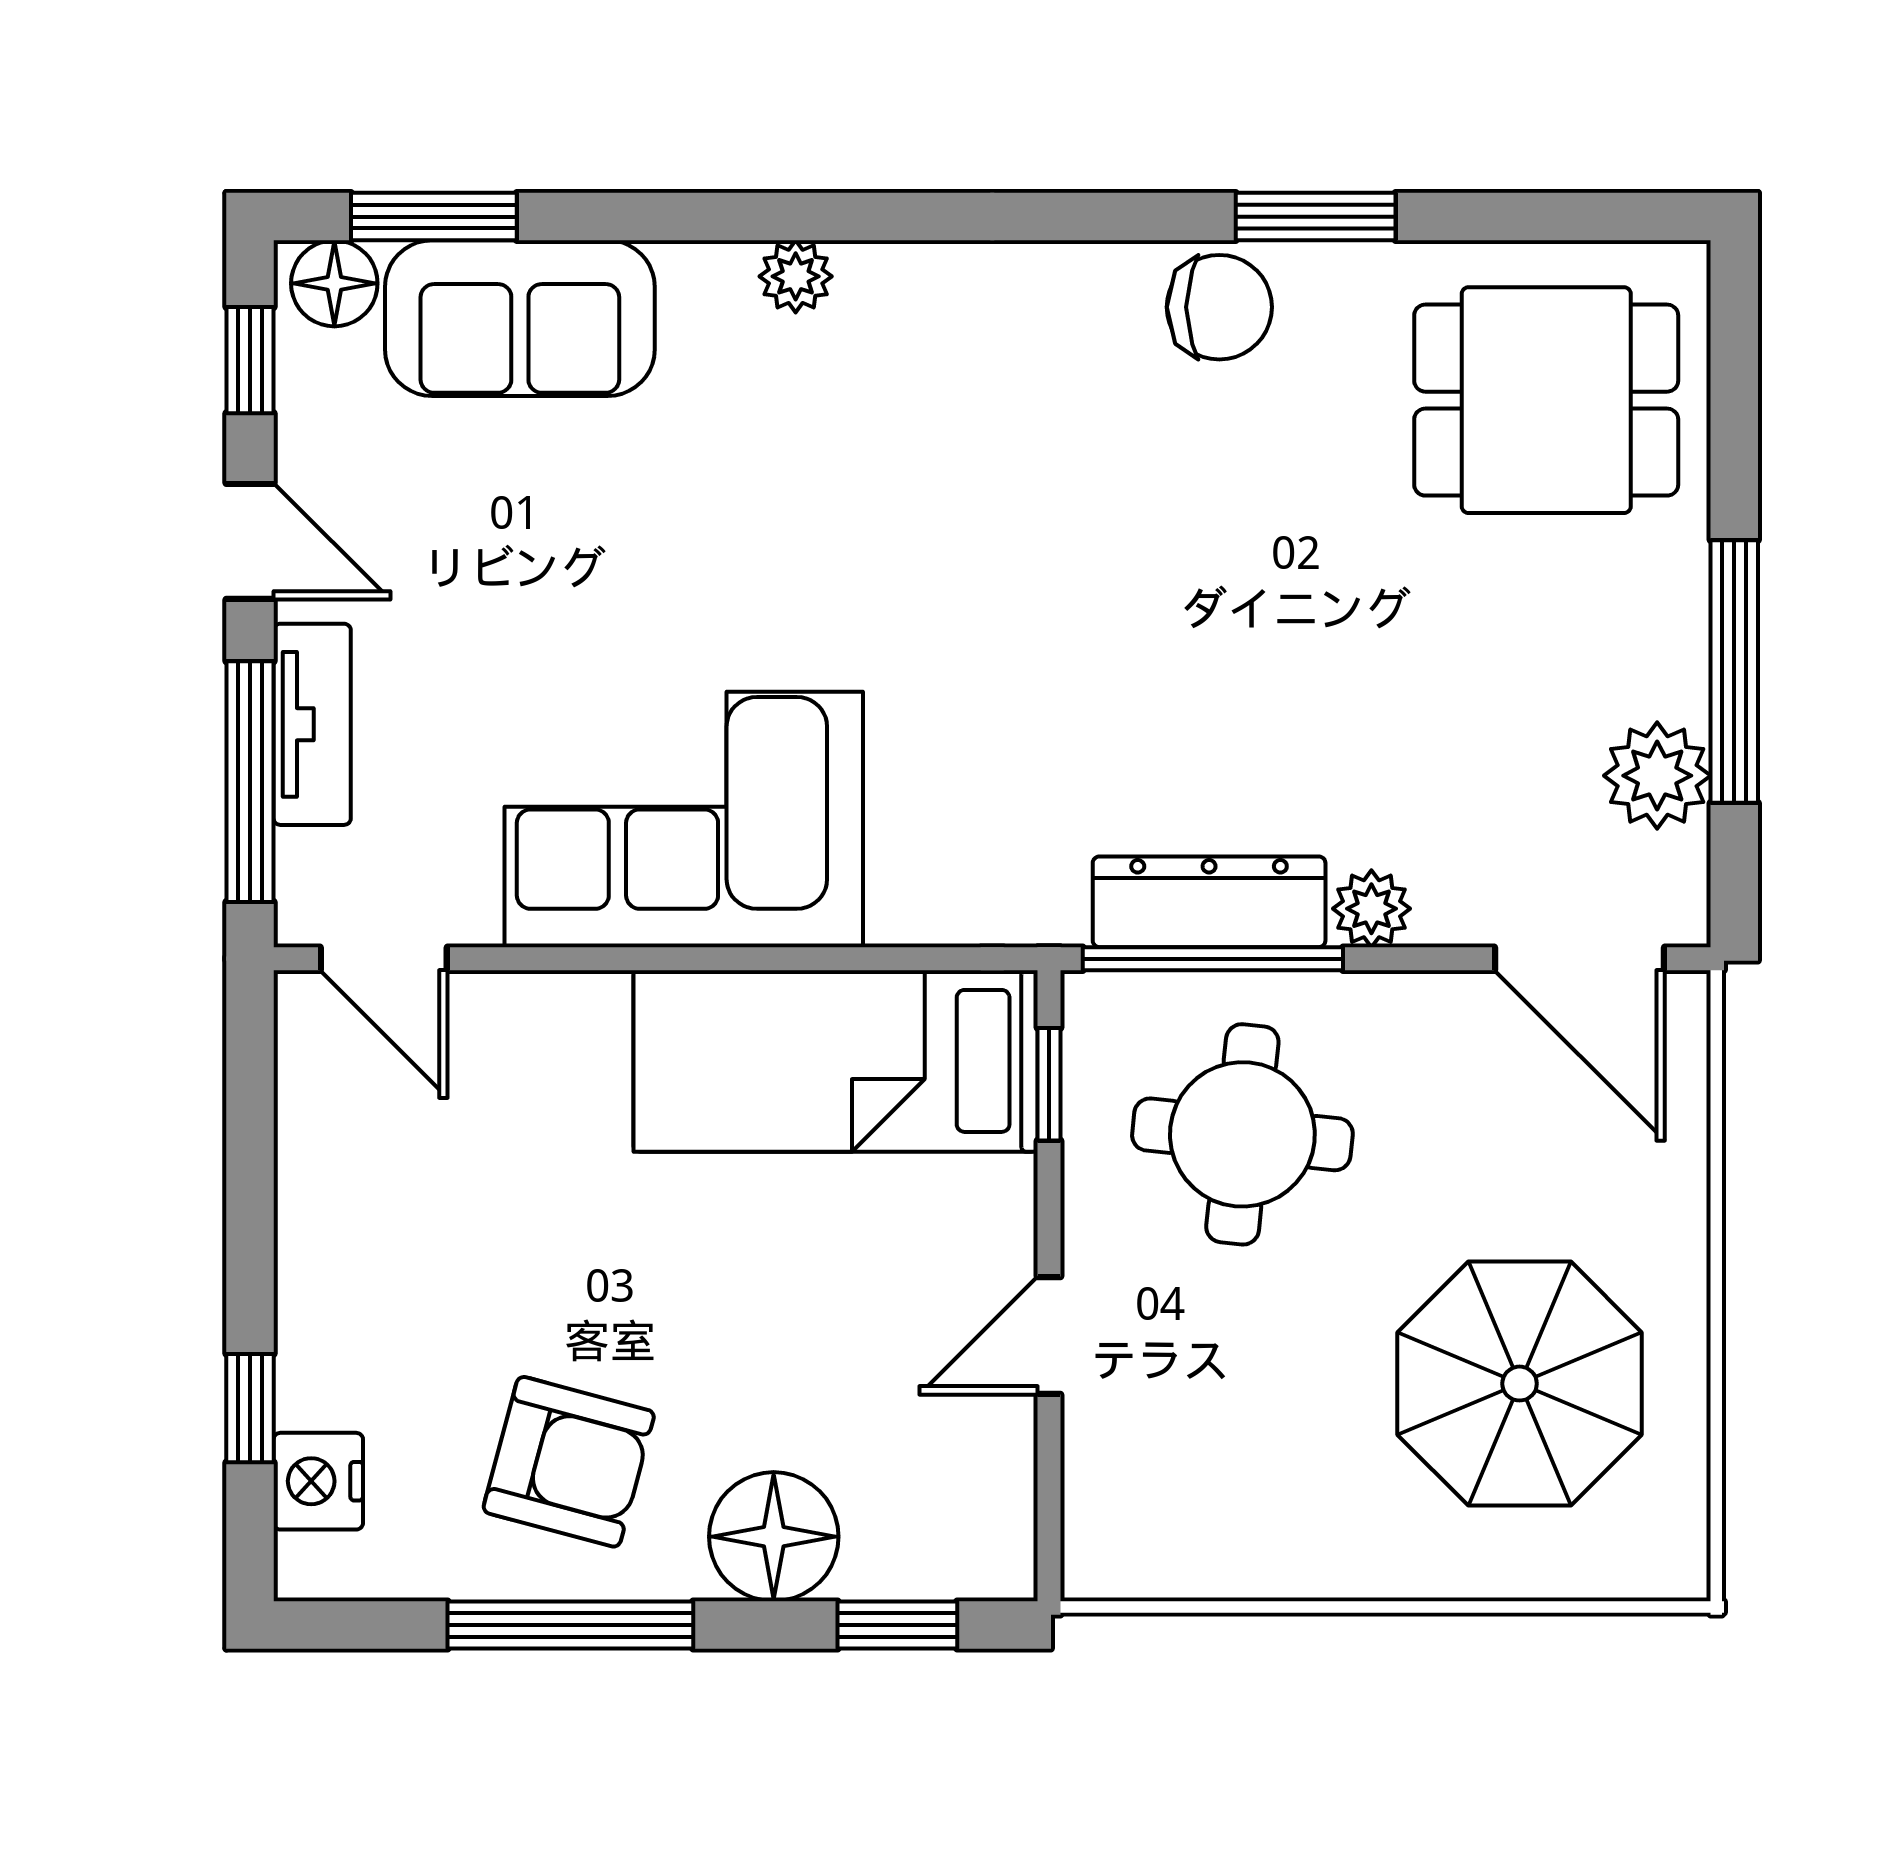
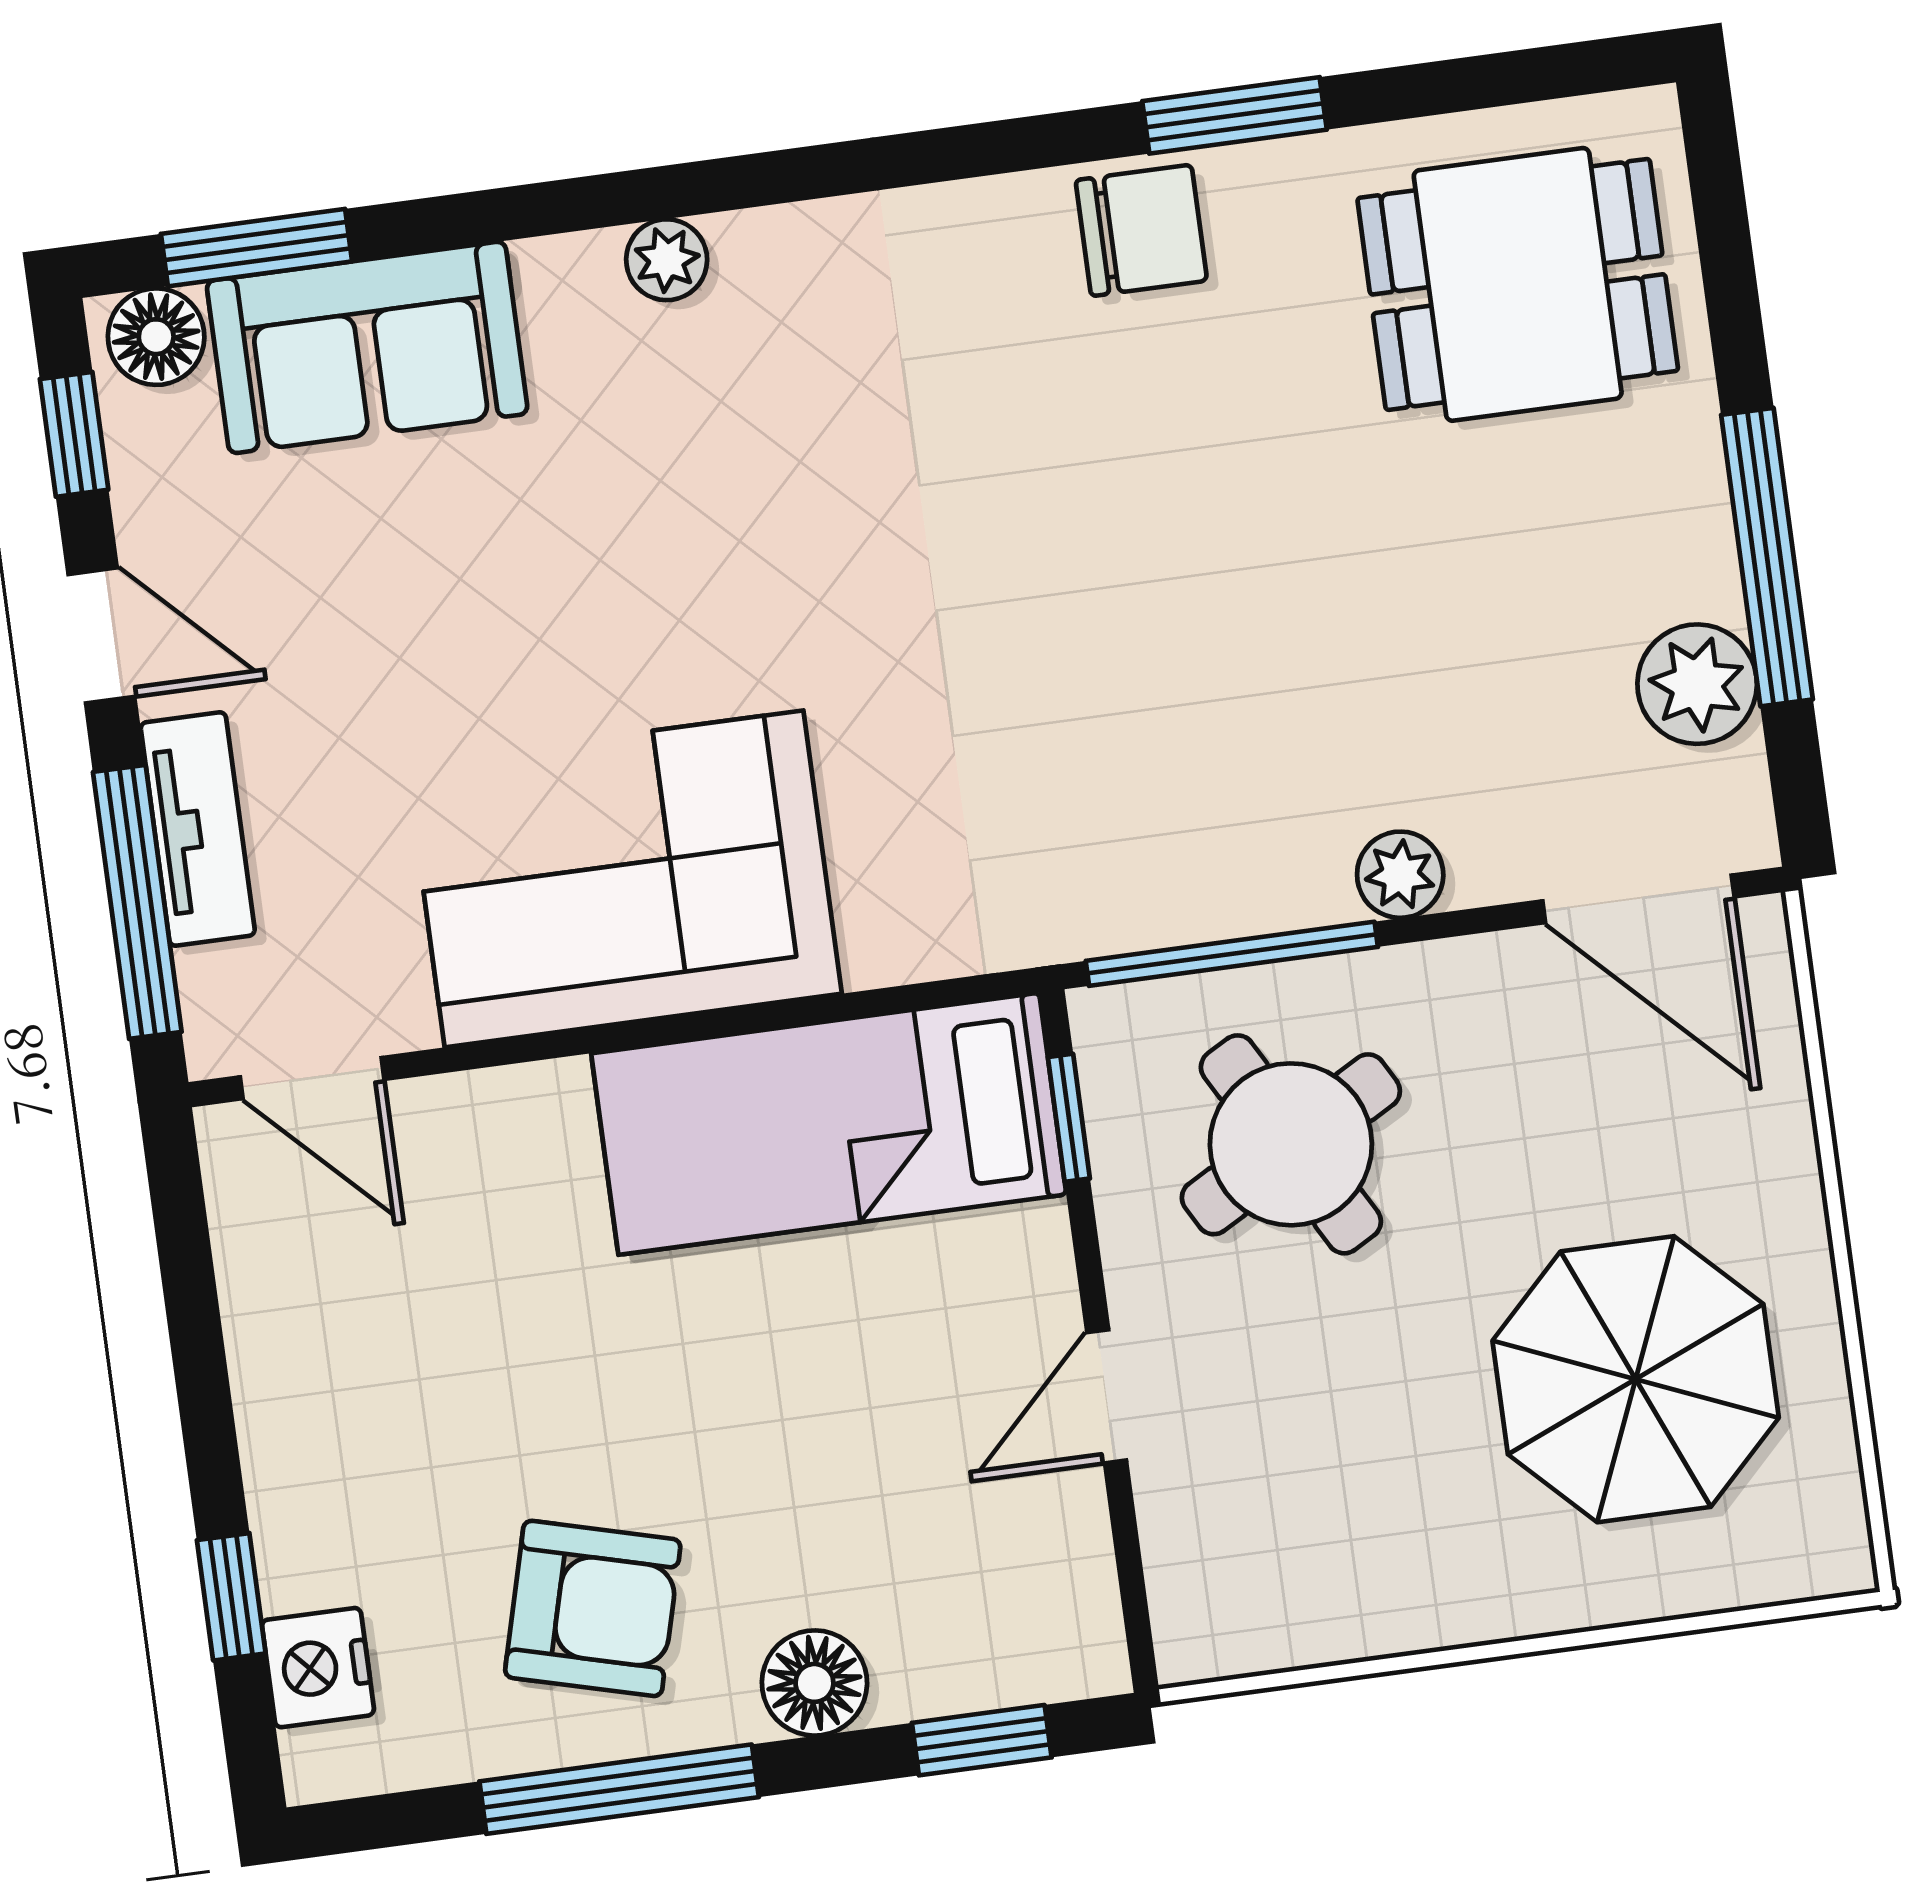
dresser: (1209, 902) -> (1219, 891), removed
round table: (1242, 1134) -> (1291, 1144), turned -35
floor lamp: (774, 1537) -> (814, 1683), width x0.73, depth x0.73

